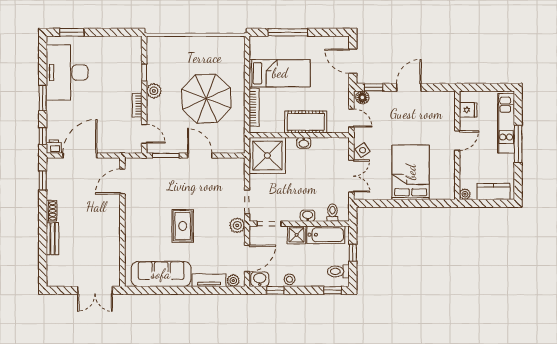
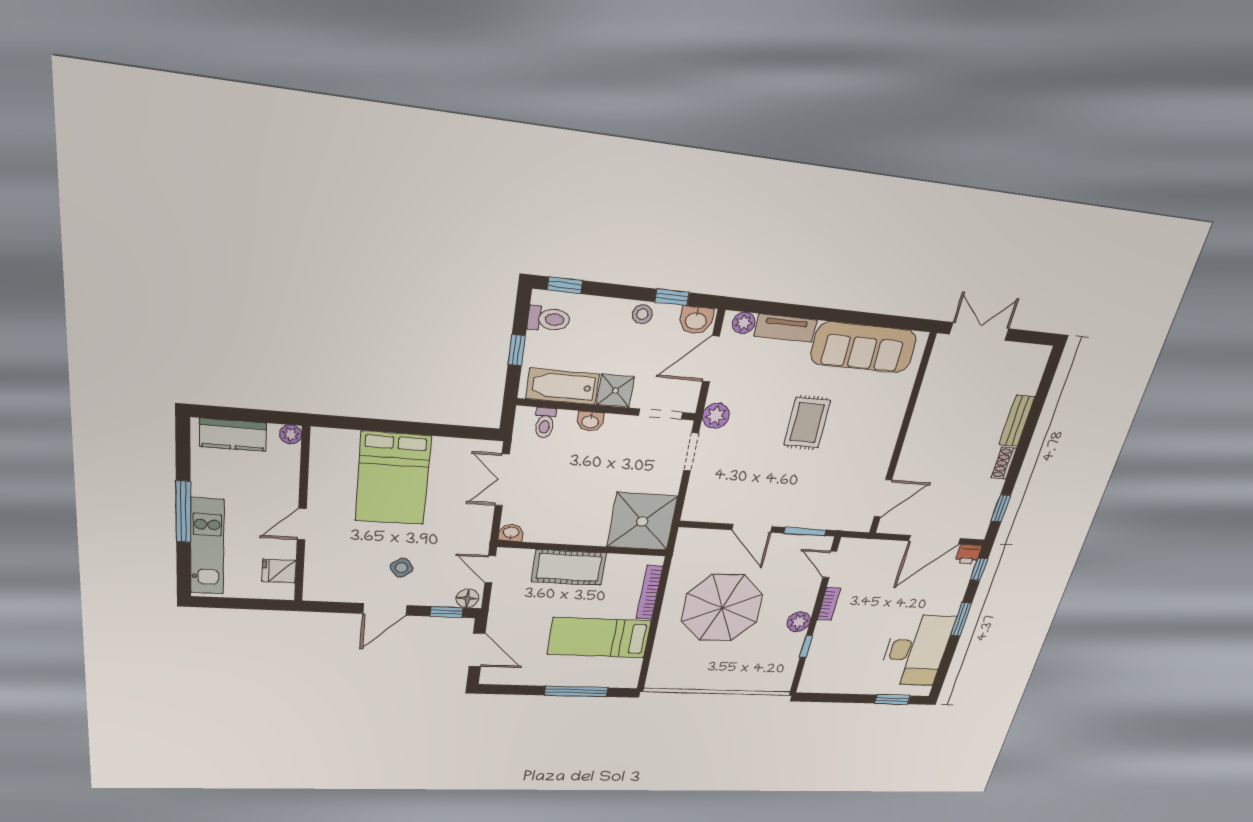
washbasin: (304, 143) -> (511, 533), moved
side table: (363, 150) -> (401, 568), moved

